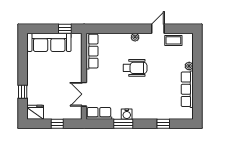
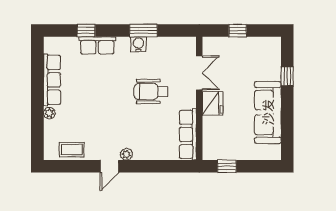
door: (158, 29) -> (109, 166), moved
sofa: (49, 42) -> (268, 112), moved, turned -90
wheelchair: (135, 68) -> (151, 91), moved
fridge: (35, 112) -> (213, 103), moved, turned -90
row of seats: (99, 113) -> (97, 45), moved

